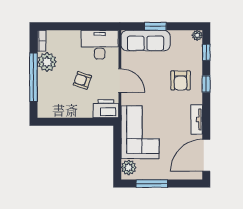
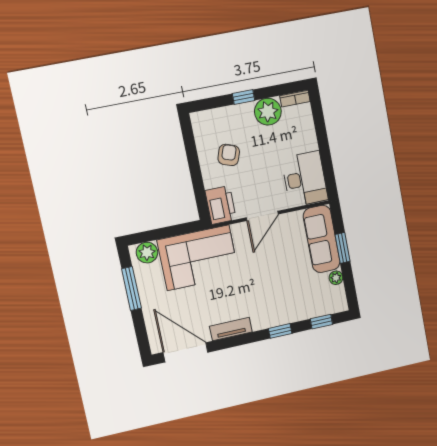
plant: (197, 35) -> (336, 278), moved
window: (33, 77) -> (243, 97), width x0.32
armchair: (82, 80) -> (229, 155), moved
armchair: (181, 80) -> (278, 297), removed

